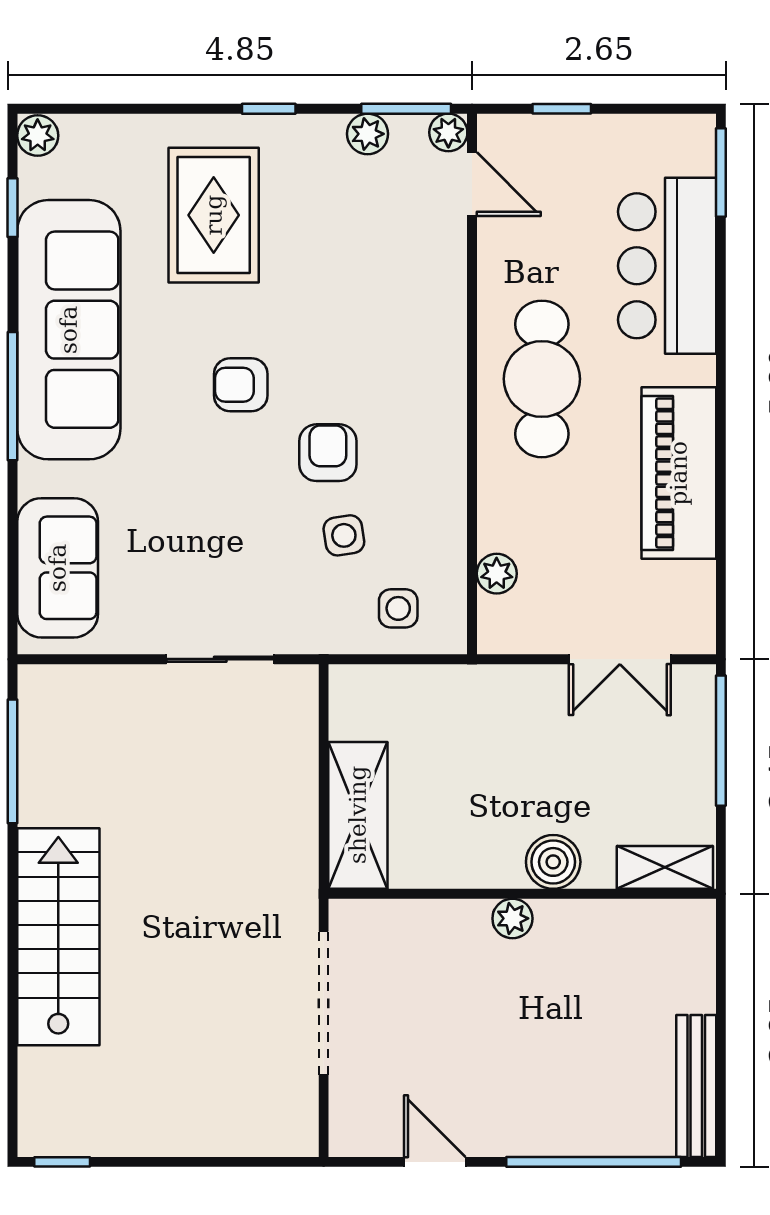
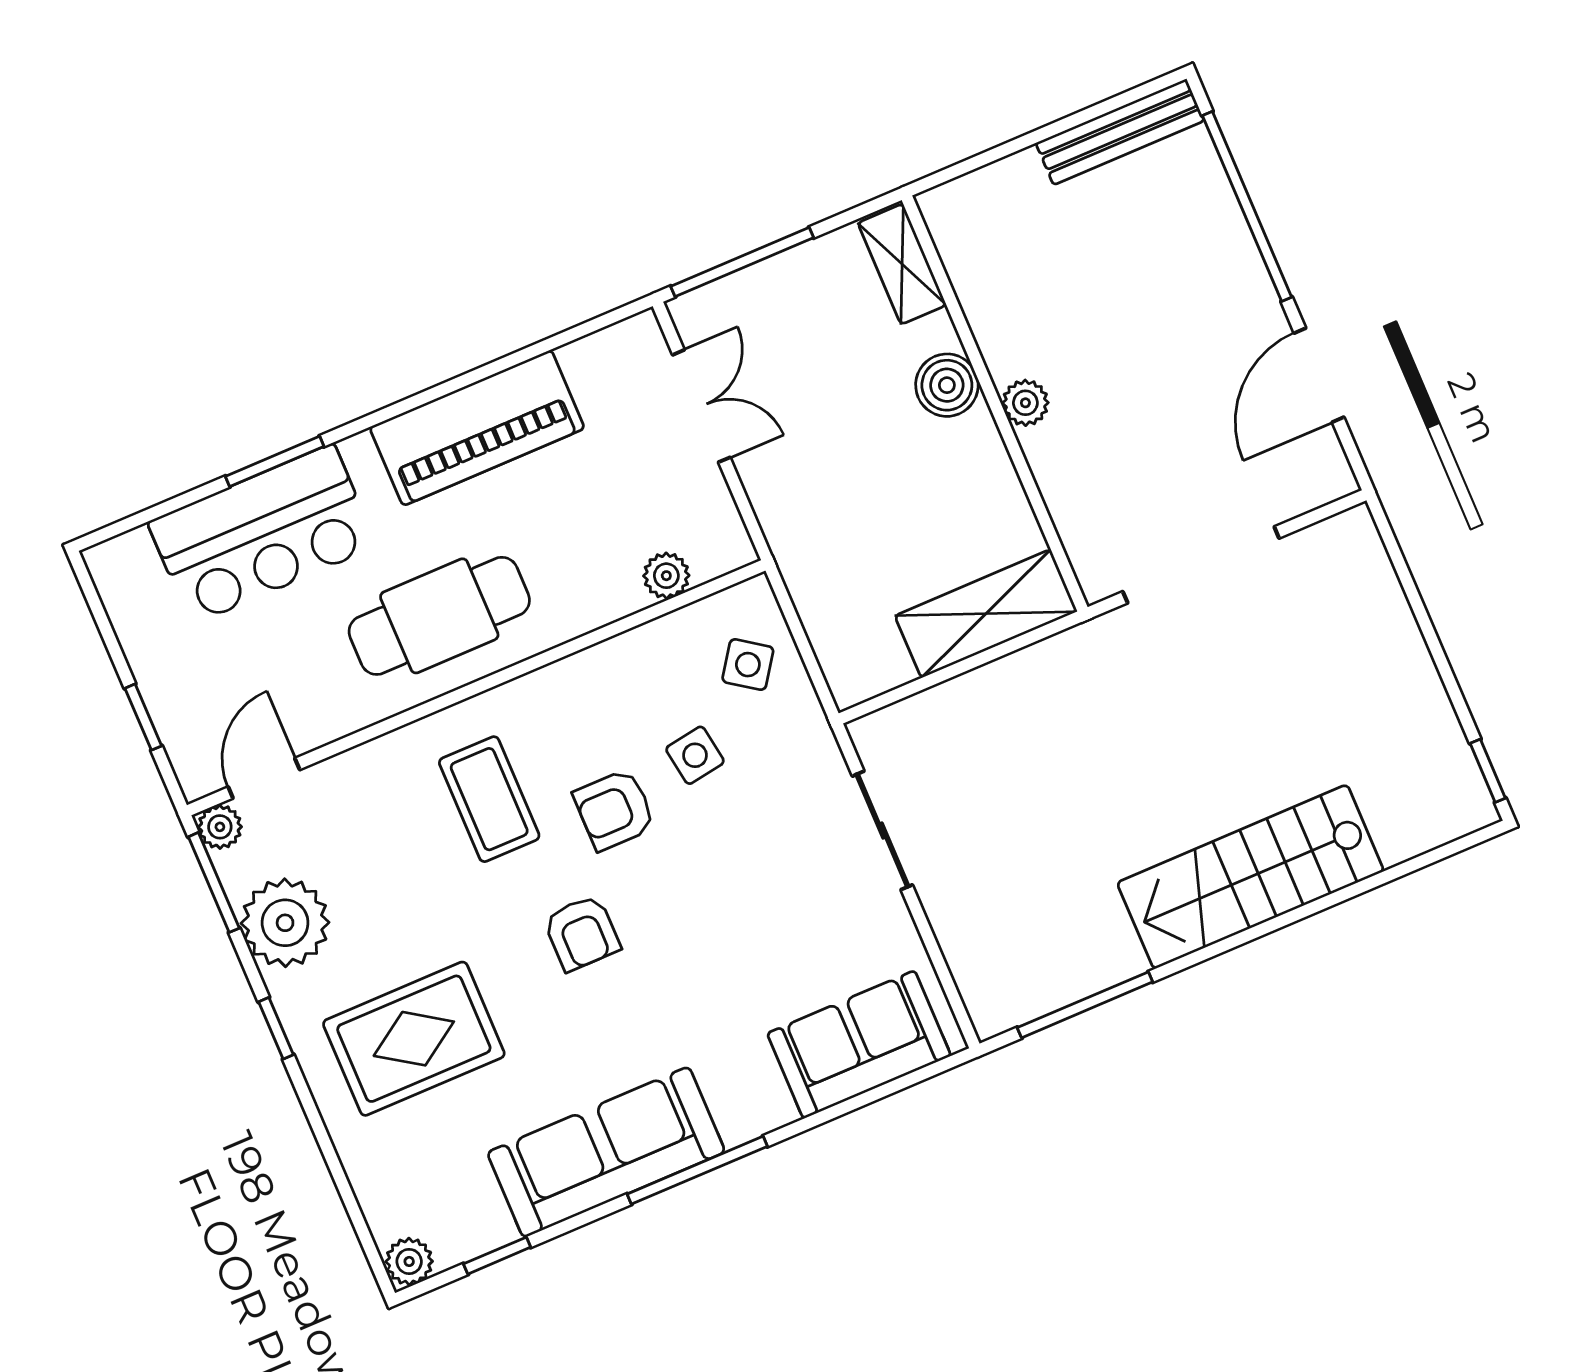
plant: (368, 134) -> (285, 923), width x1.87, depth x1.87
window: (721, 173) -> (275, 461), moved
sofa: (69, 330) -> (606, 1152), width x0.74, depth x0.79
coffee table: (379, 356) -> (489, 799), added
side table: (398, 608) -> (748, 665), turned 35
door: (435, 1162) -> (1319, 375), width x1.38

